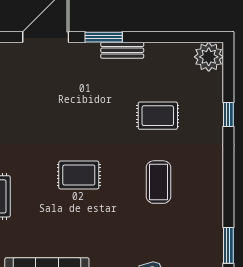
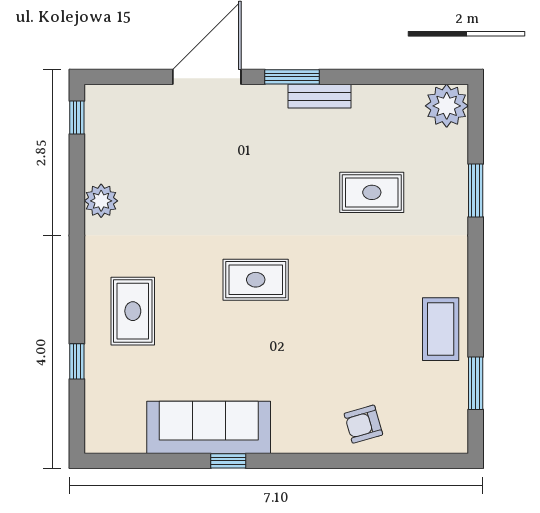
window: (228, 114) -> (476, 191), width x1.50
coffee table: (159, 182) -> (441, 329), moved

